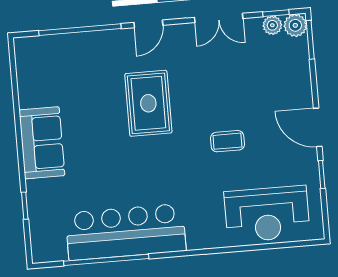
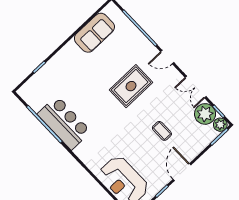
plant: (272, 25) -> (205, 114), width x1.88, depth x1.88
coffee table: (227, 141) -> (162, 131), moved
sofa: (42, 143) -> (94, 33), moved
bar counter: (126, 232) -> (64, 123), width x0.73

